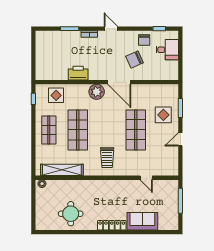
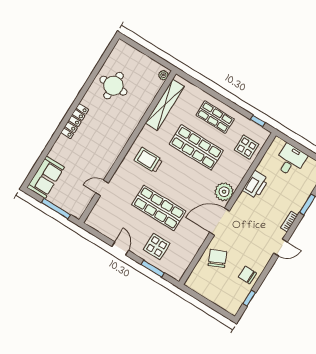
desk: (167, 50) -> (291, 160), moved, turned 180
chair: (134, 60) -> (217, 258), moved
sofa: (142, 221) -> (46, 177), moved

